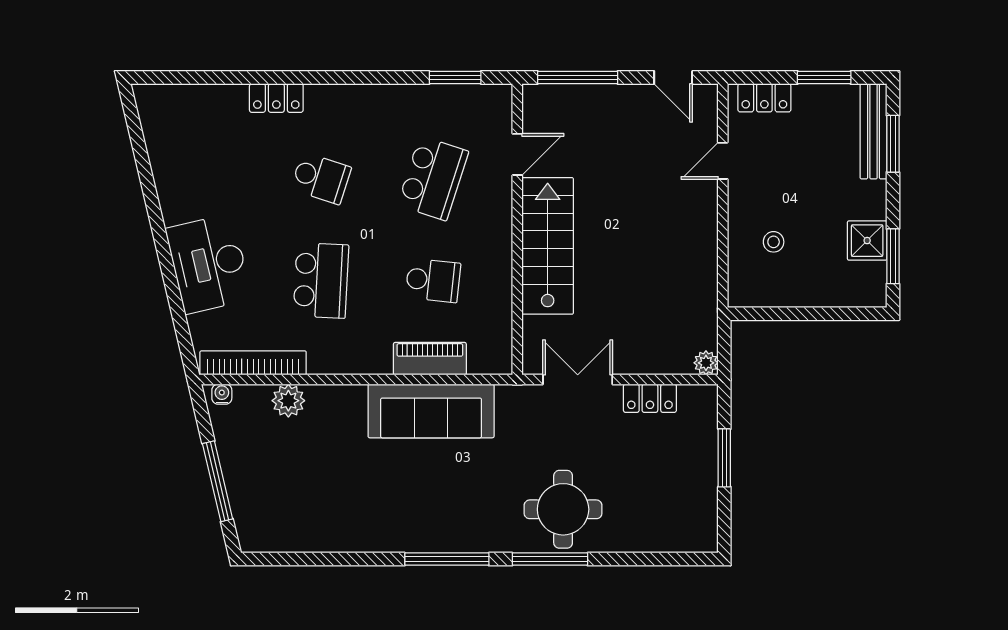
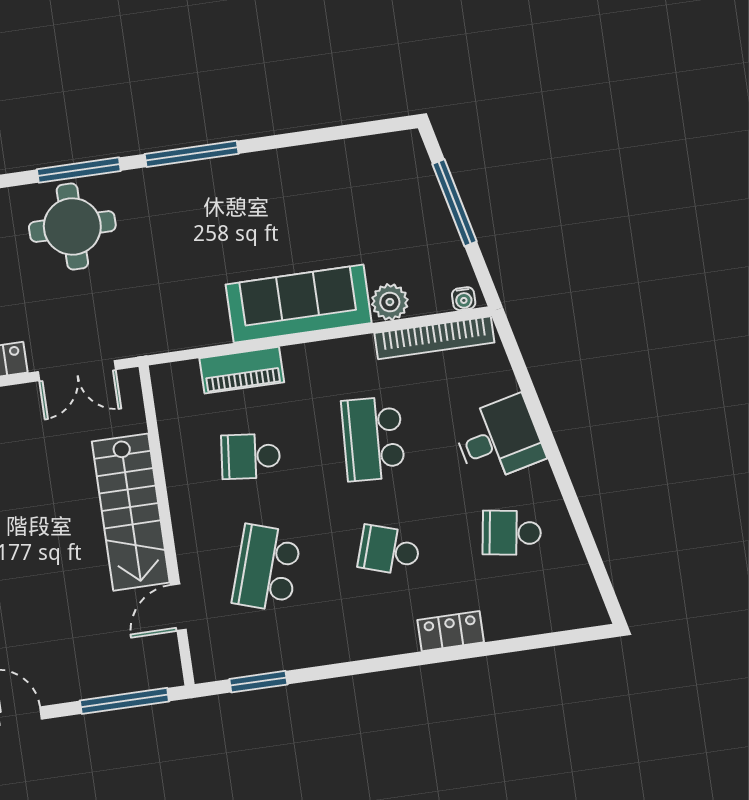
school desk: (209, 178) -> (512, 533), added
desk: (209, 264) -> (499, 439), width x0.73
sofa: (431, 411) -> (299, 304), moved

